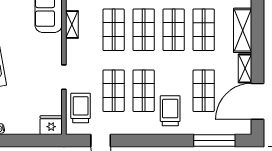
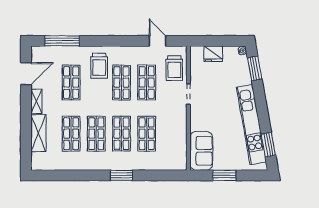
shelving: (72, 24) -> (182, 138), removed
door: (258, 101) -> (26, 74), width x0.73
fridge: (51, 125) -> (213, 54), moved

